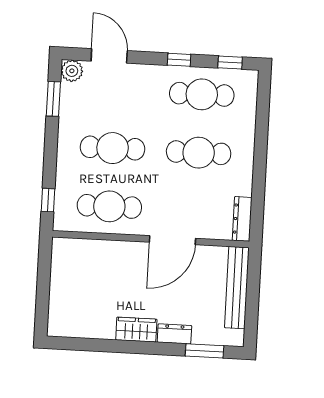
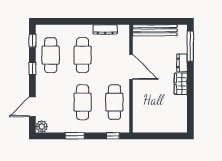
window: (53, 99) -> (75, 136), moved
dresser: (242, 219) -> (105, 29), moved
window: (205, 351) -> (190, 46), width x1.44

